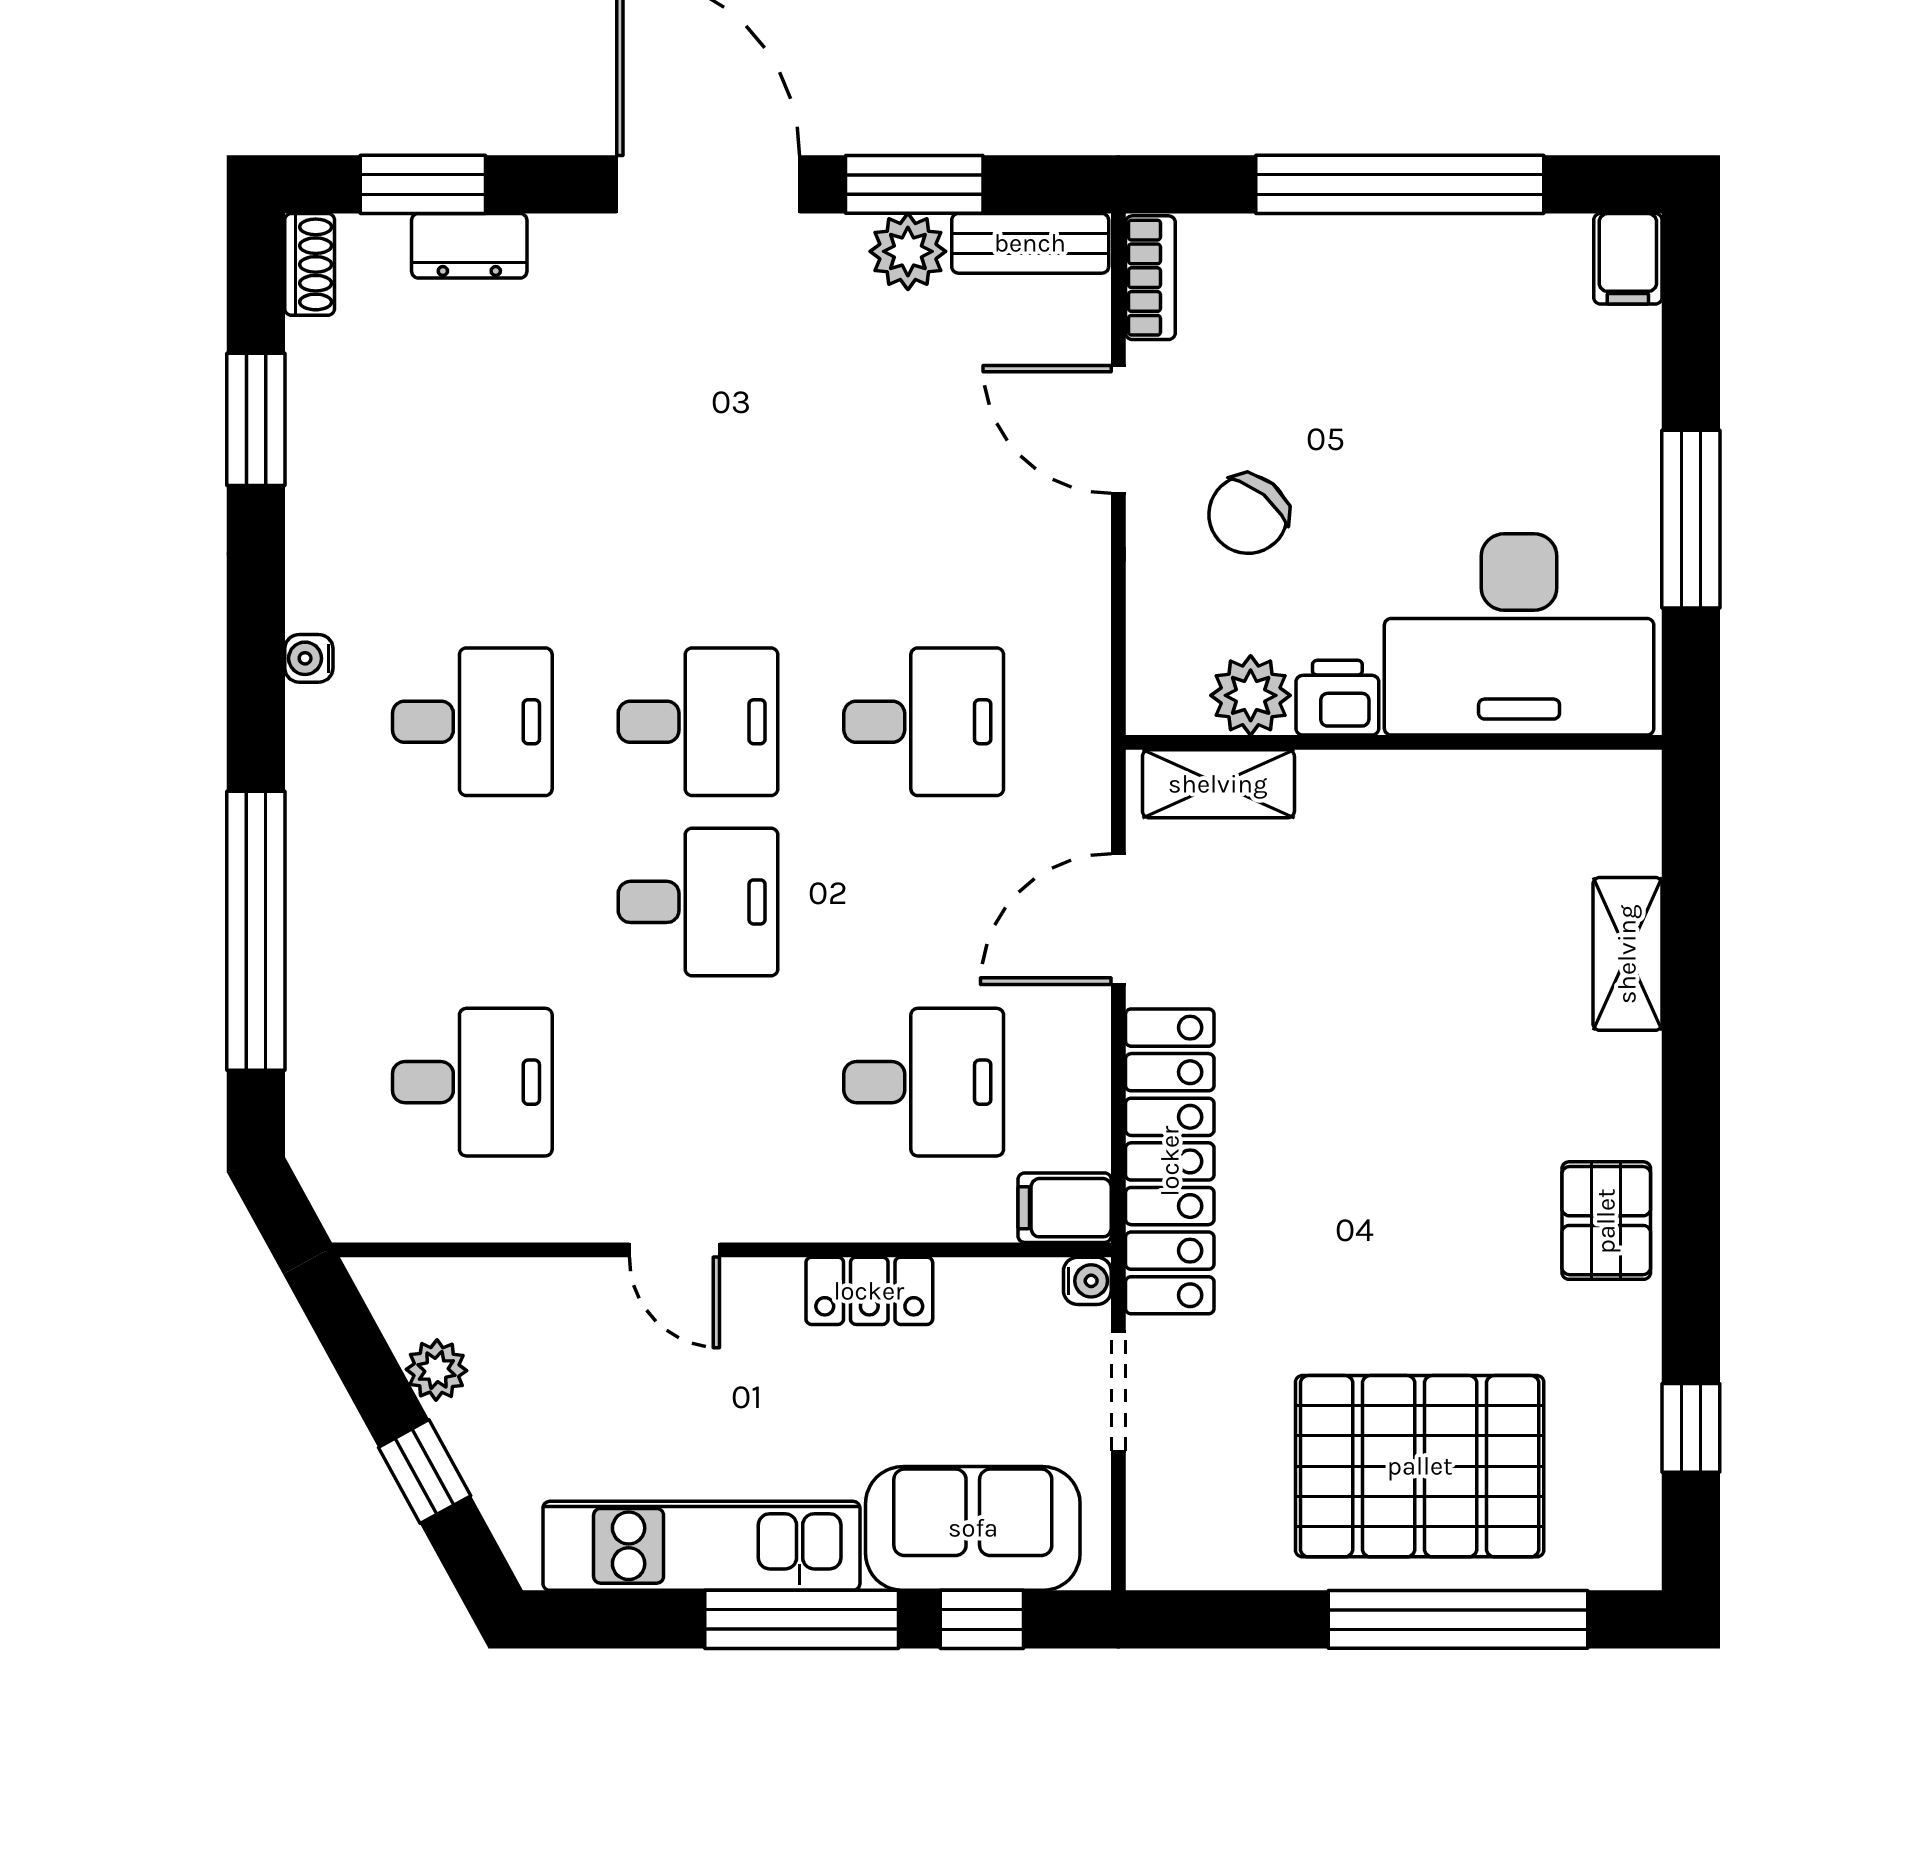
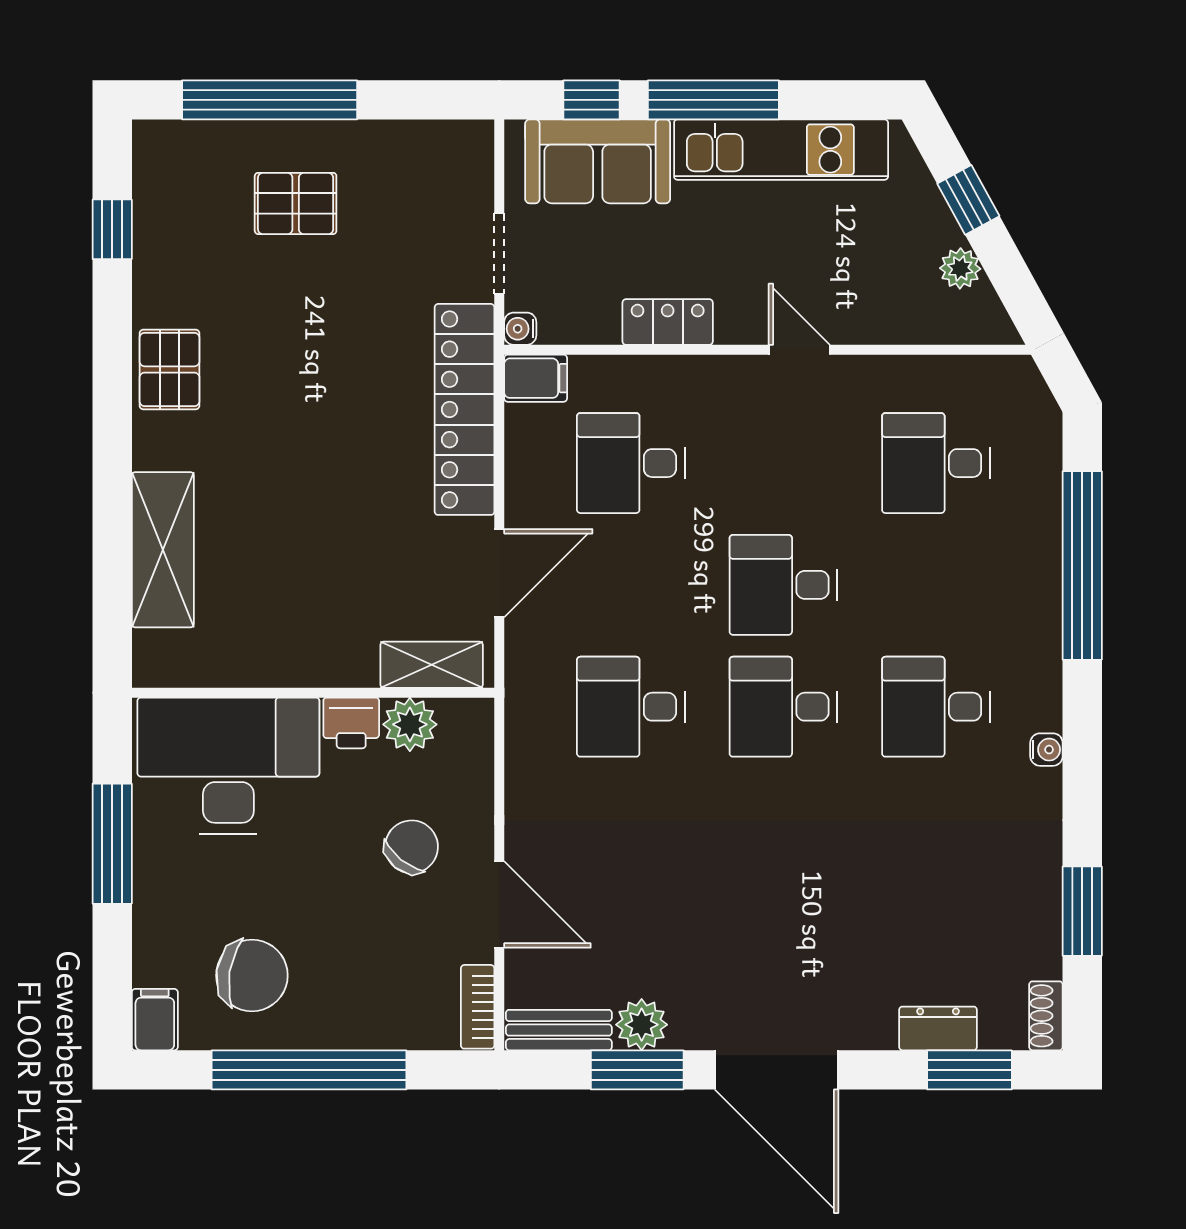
chair: (1484, 324) -> (252, 975), added
shelving: (1627, 954) -> (163, 550), width x1.50, depth x1.33
pallet: (1420, 1466) -> (296, 203), width x0.49, depth x0.50

